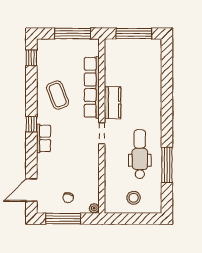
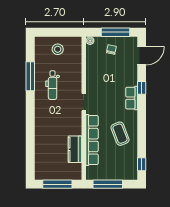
kitchen counter: (112, 103) -> (75, 149), moved
window: (31, 124) -> (142, 88), moved
dental chair: (140, 154) -> (53, 85), width x0.73, depth x0.72

